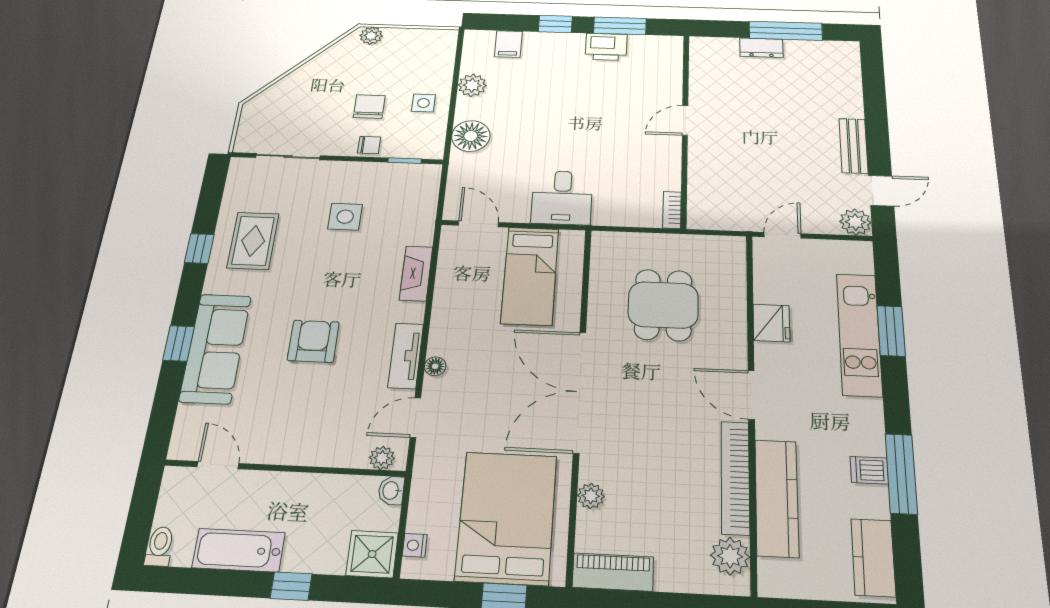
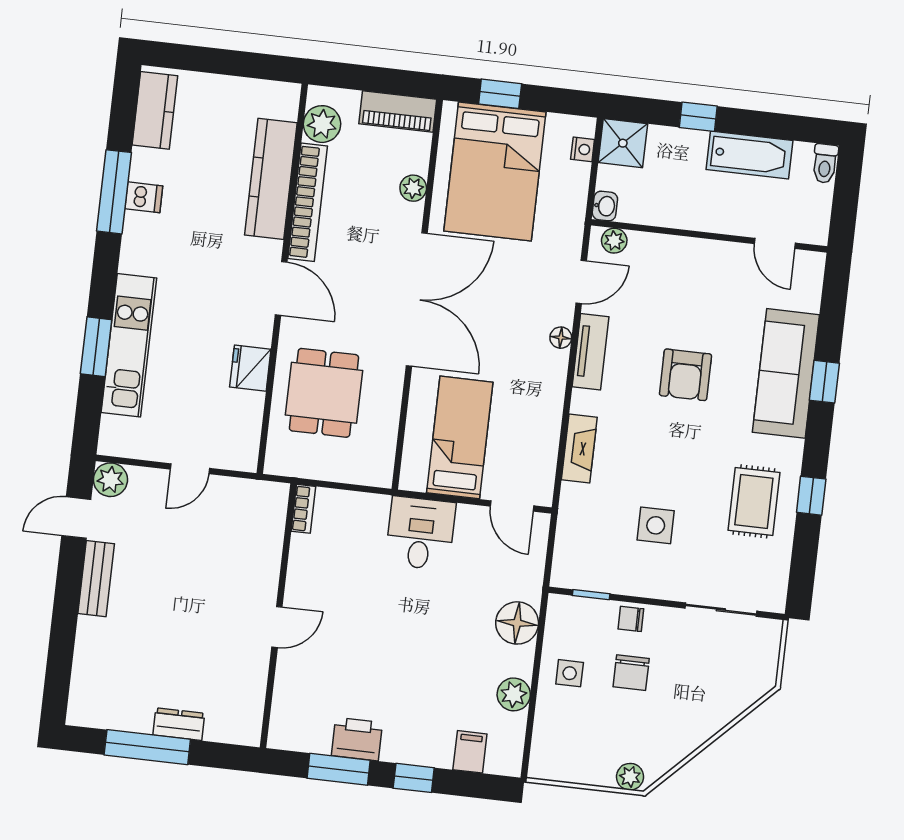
fridge: (771, 323) -> (250, 368), moved
door: (751, 395) -> (281, 288), moved
wall: (751, 404) -> (282, 279), moved
bookcase: (735, 477) -> (308, 202), moved
kitchen counter: (777, 498) -> (271, 179), moved
plant: (730, 556) -> (322, 124), moved

